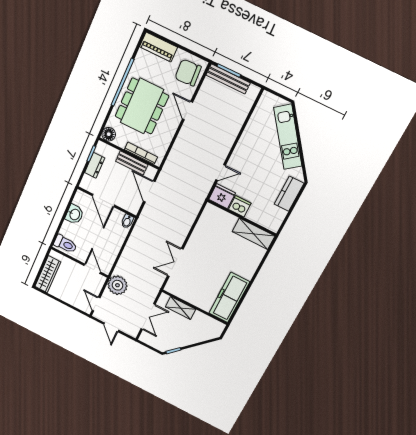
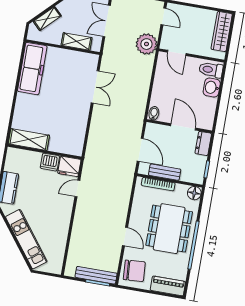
dresser: (95, 165) -> (203, 143), moved
washbasin: (74, 214) -> (212, 87), moved
shelving: (201, 336) -> (47, 19), added

